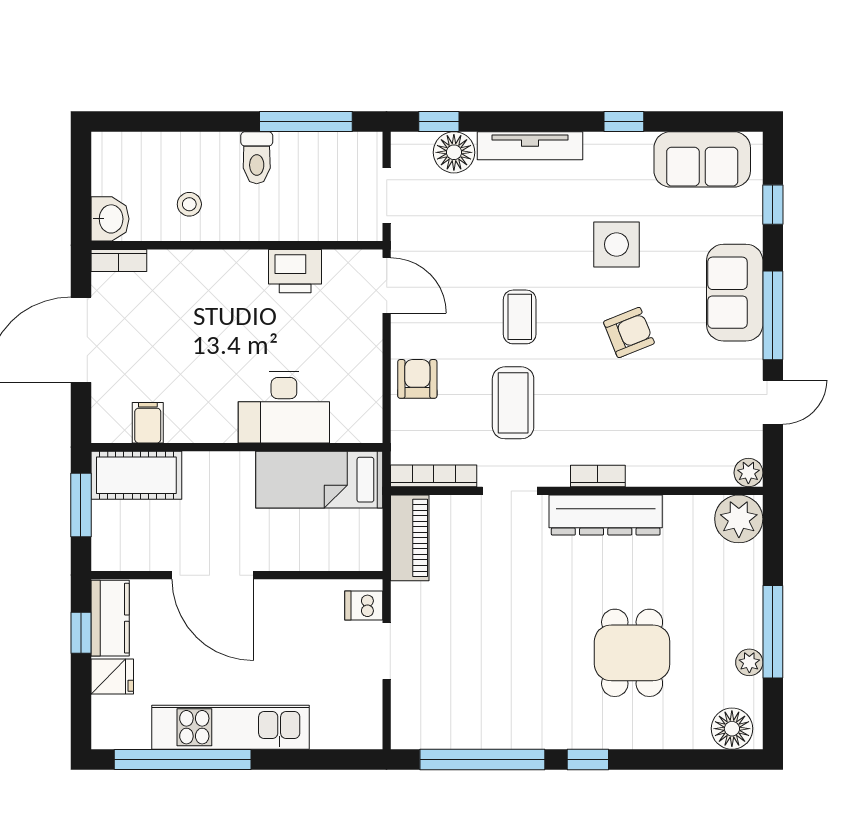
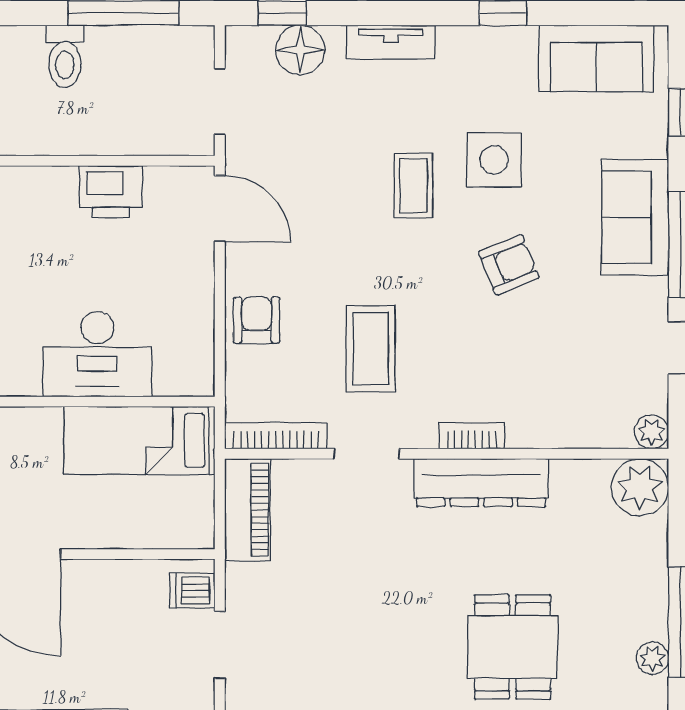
tv unit: (530, 146) -> (391, 42), width x0.71
coffee table: (520, 317) -> (413, 186), moved

